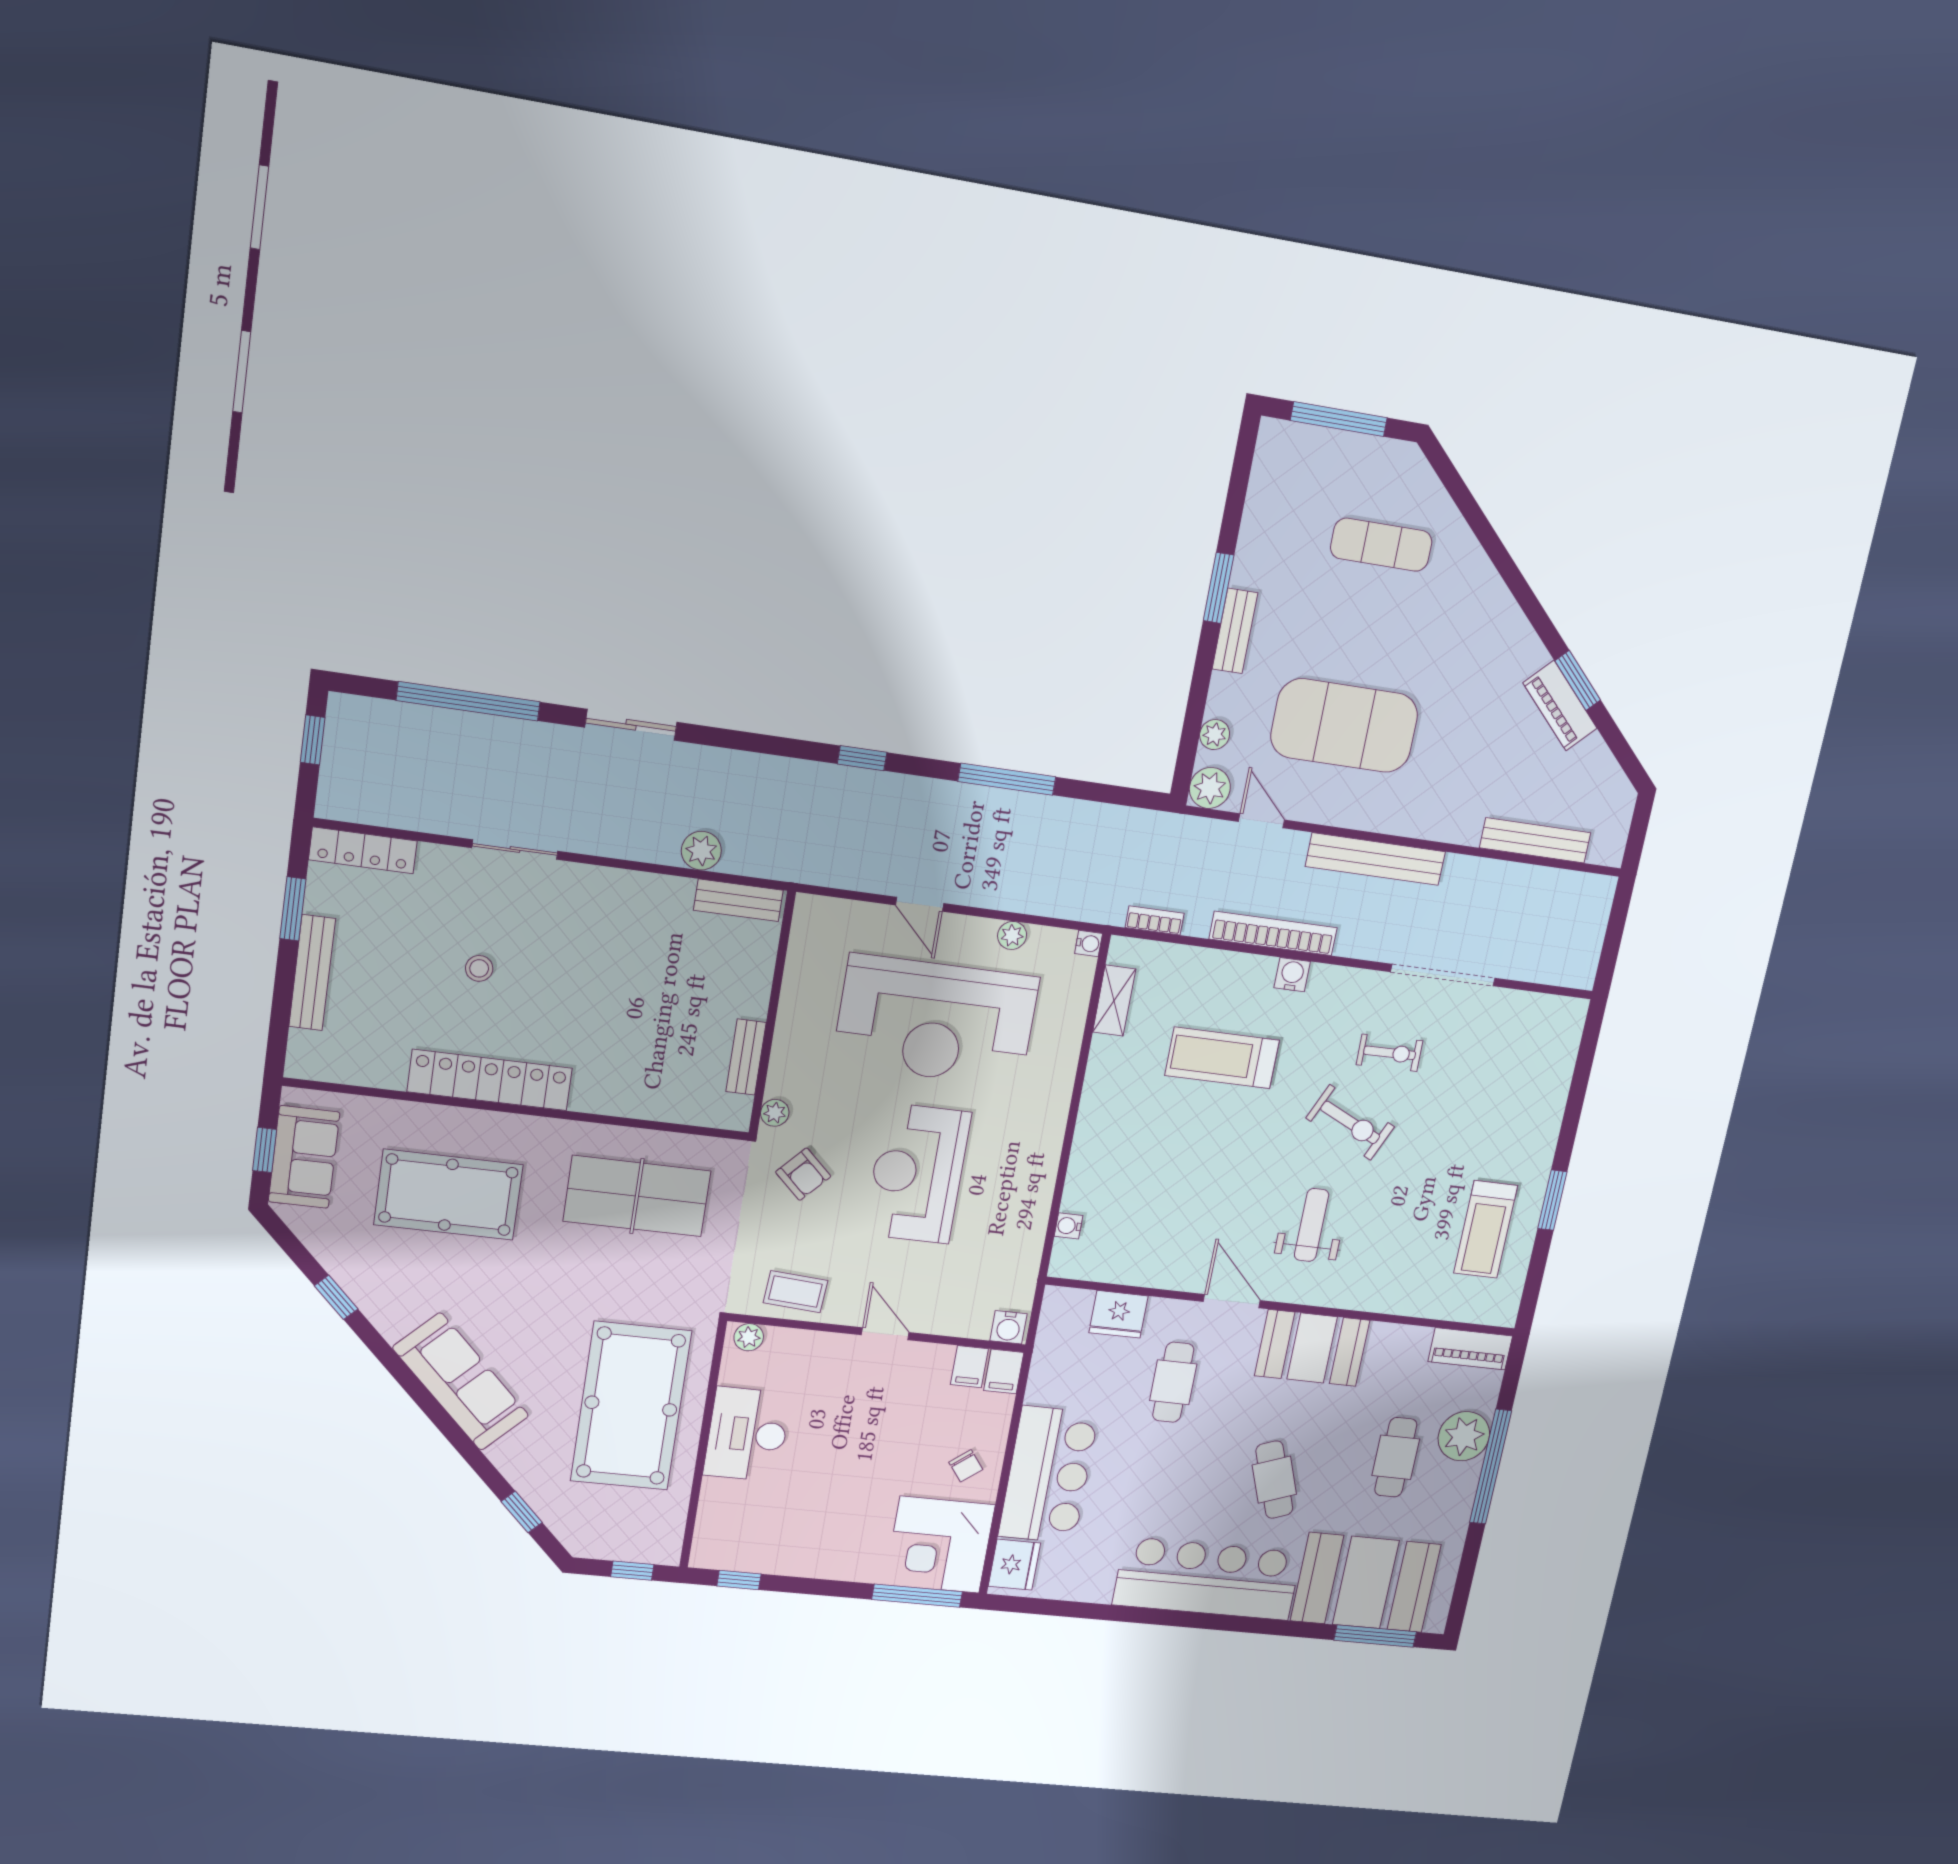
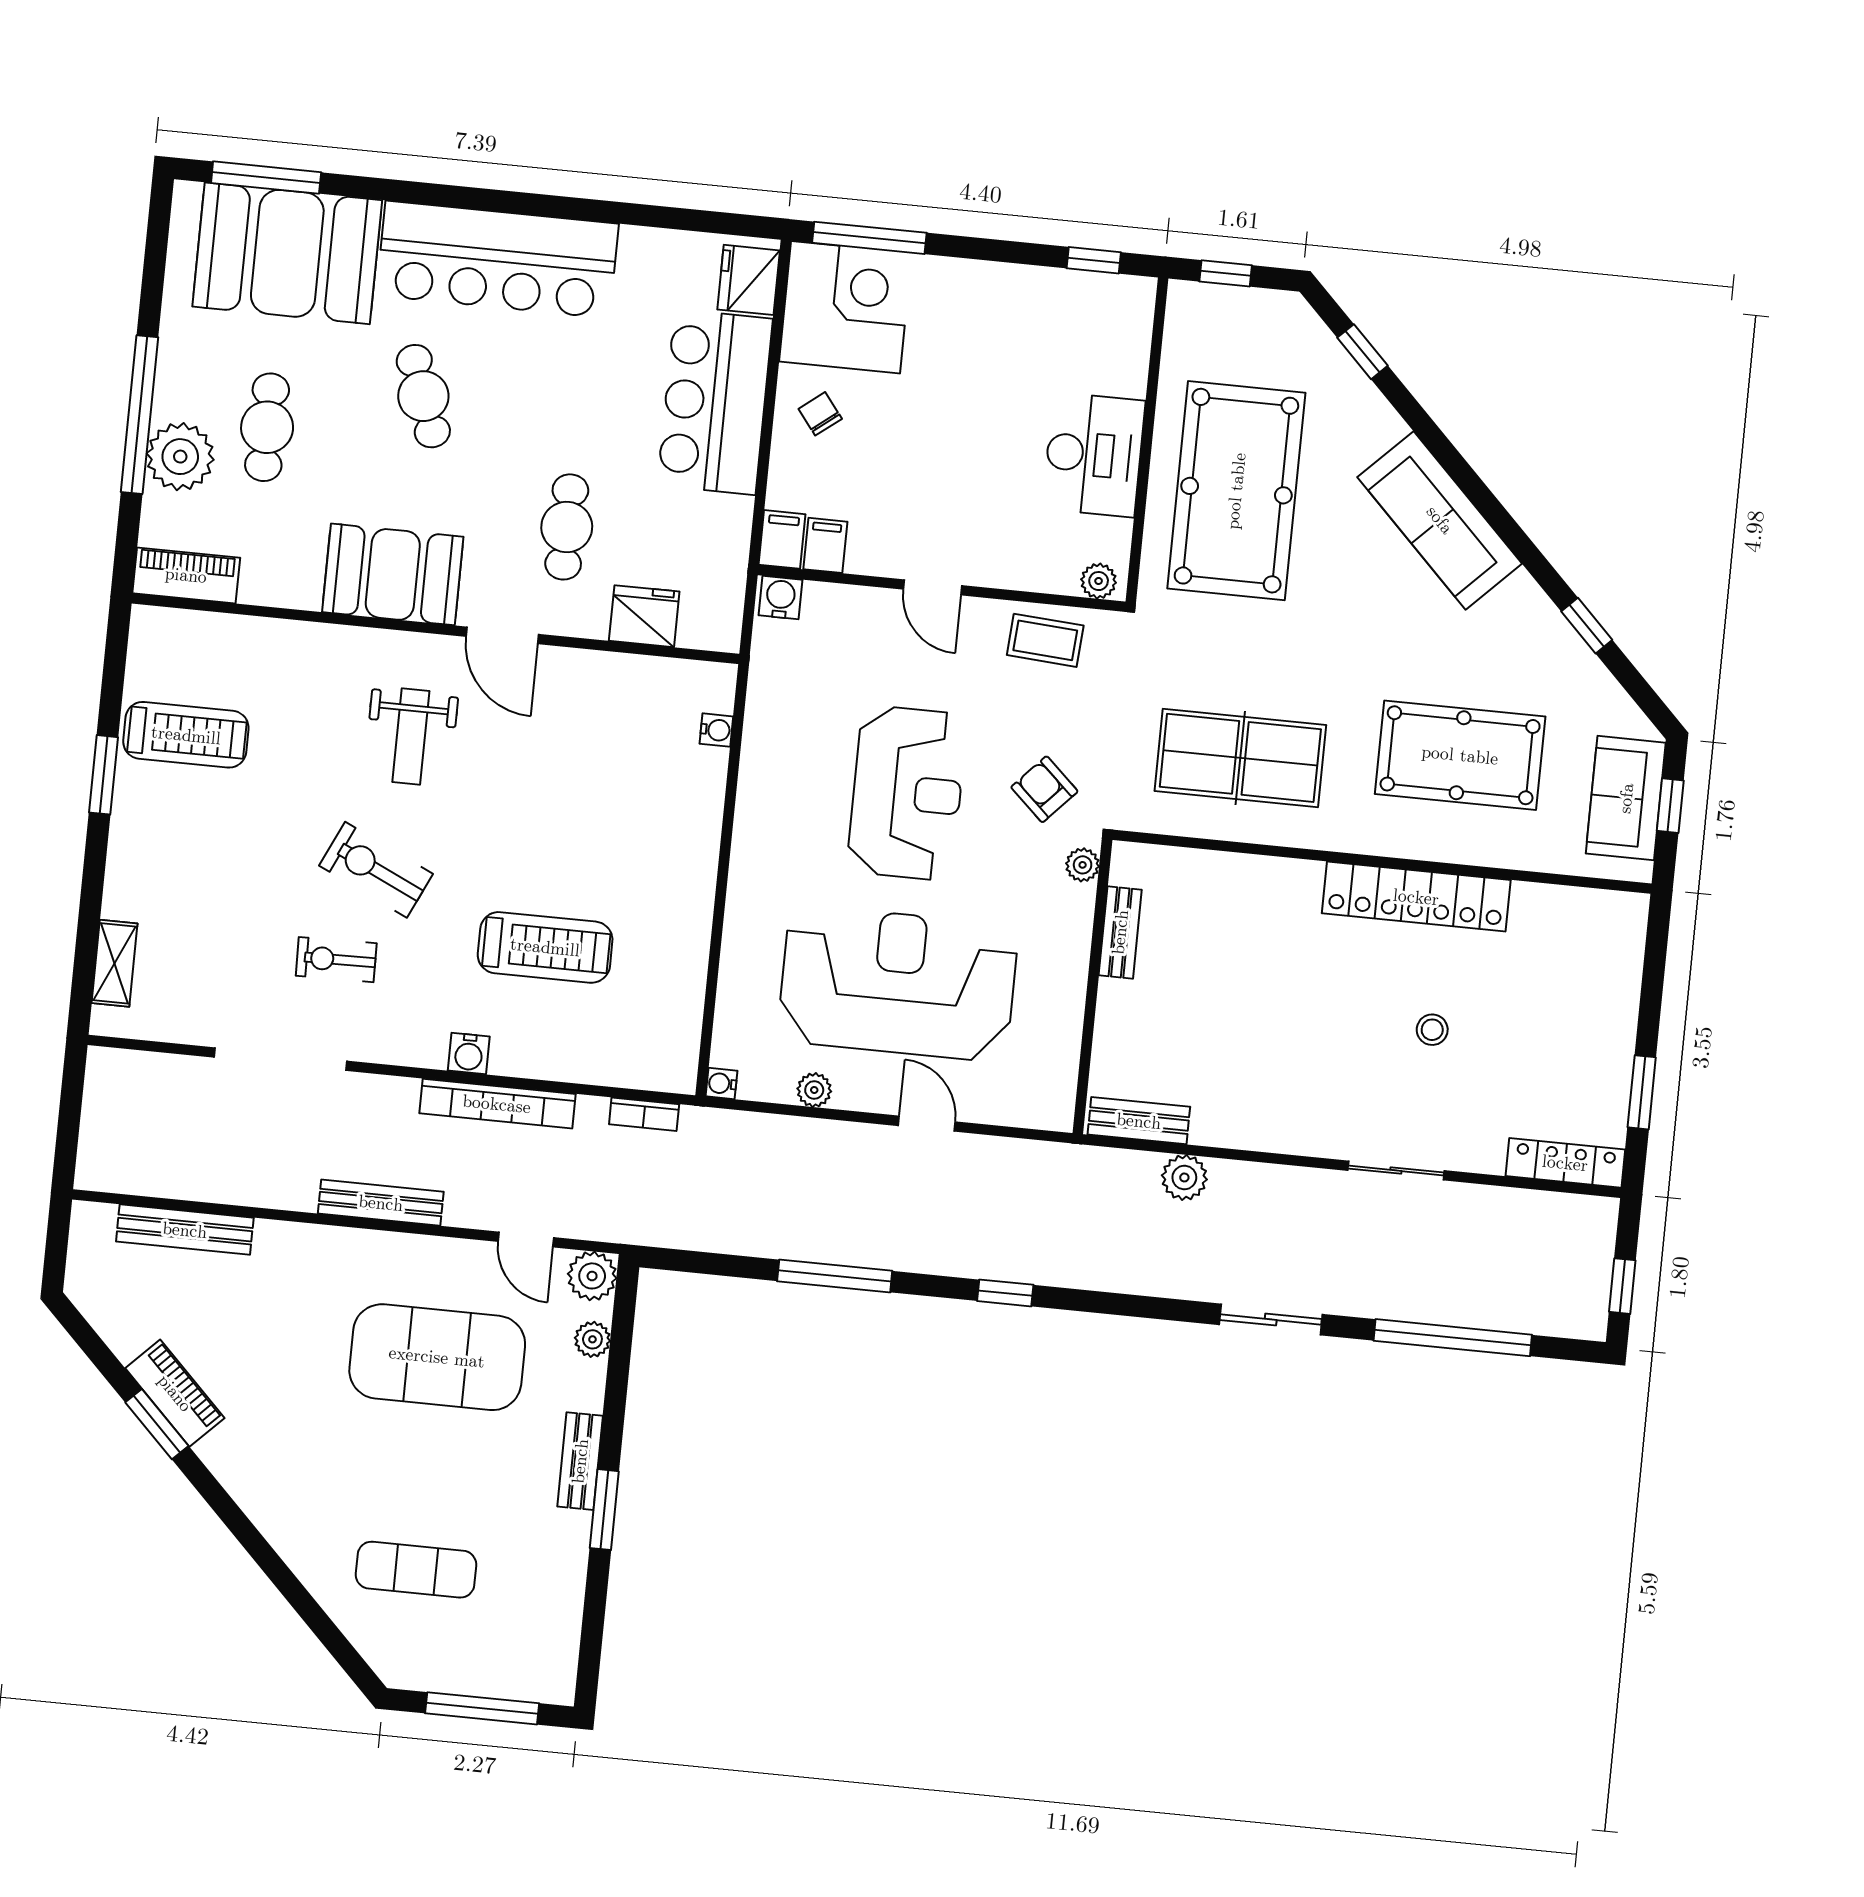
bench: (1375, 859) -> (381, 1203), width x0.73, depth x0.82
bench: (312, 973) -> (1619, 1019), removed
shelving: (1114, 1001) -> (115, 963), moved
treadmill: (1486, 1229) -> (186, 735), turned 90

